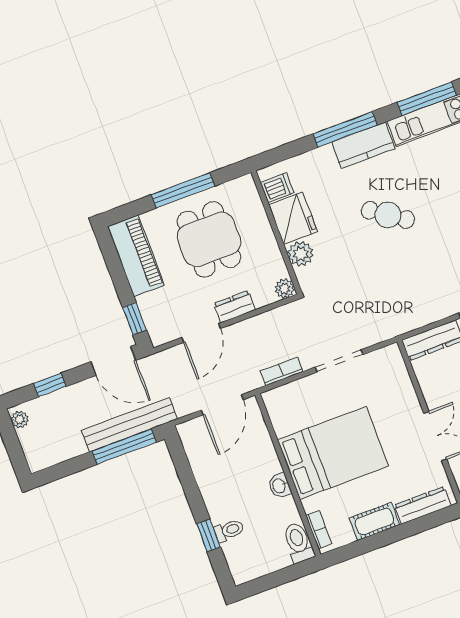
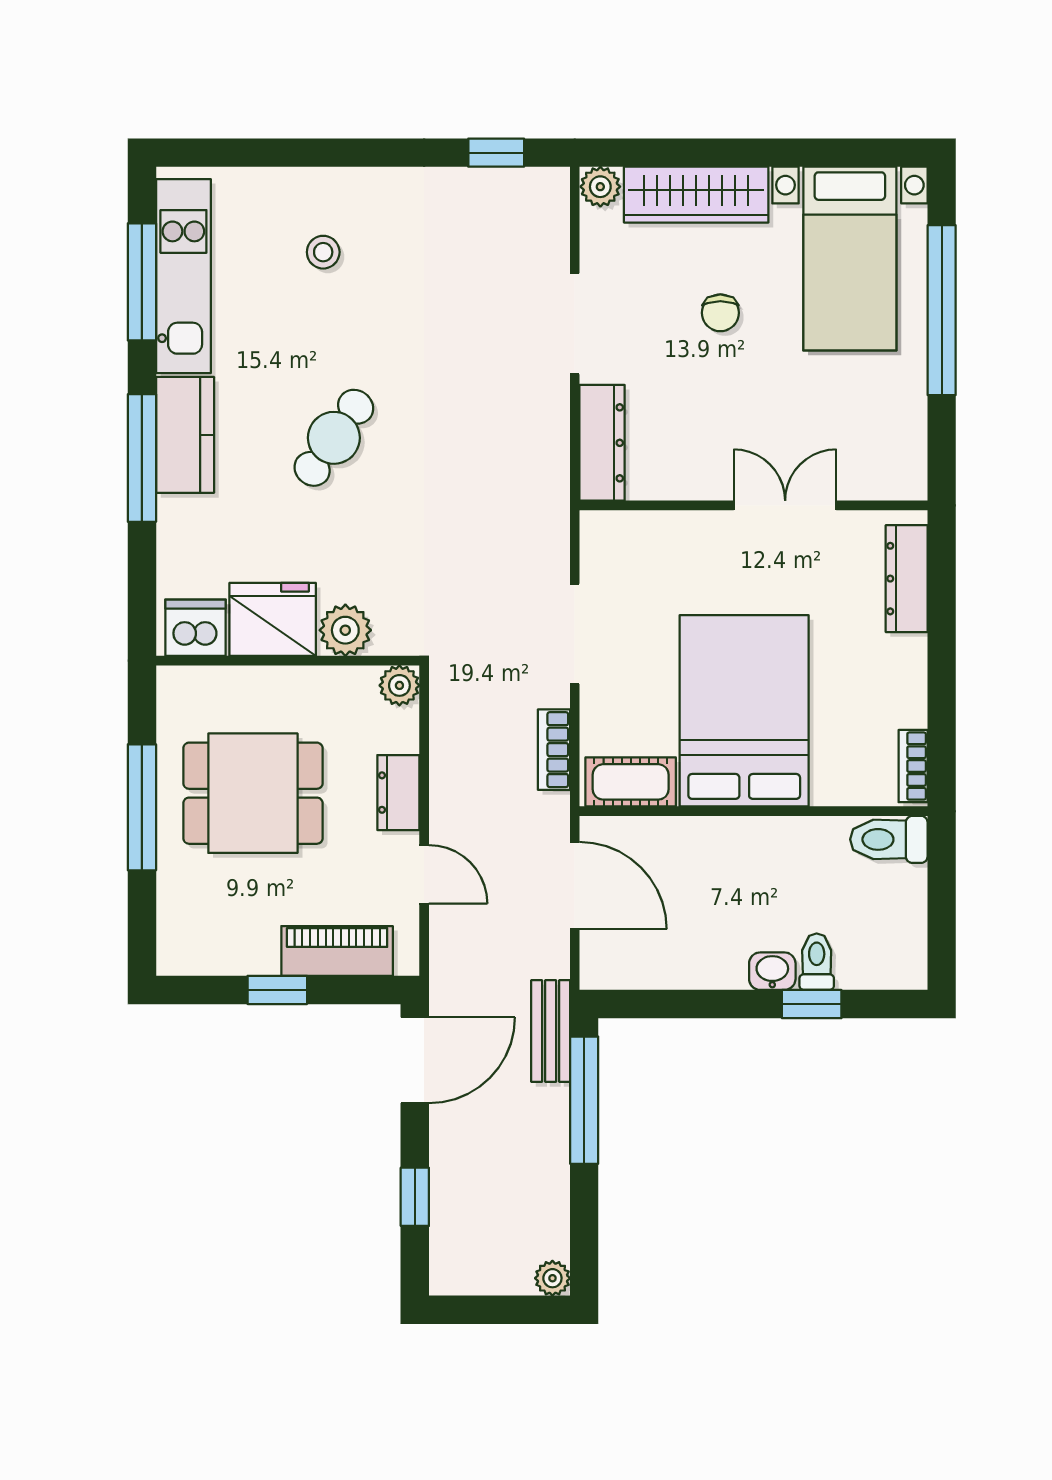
dishwasher: (277, 188) -> (196, 628), width x1.38
piano: (136, 256) -> (337, 951), moved, width x0.73, depth x0.75
window: (135, 319) -> (277, 990), moved
door: (201, 333) -> (424, 874), width x0.73
plant: (20, 419) -> (552, 1278), moved
bench: (129, 425) -> (551, 1031), width x0.54, depth x0.82
washbasin: (280, 486) -> (772, 971), moved, turned 180
cot: (374, 521) -> (631, 782), moved, turned 90
bookcase: (319, 530) -> (913, 766), moved, turned -90

